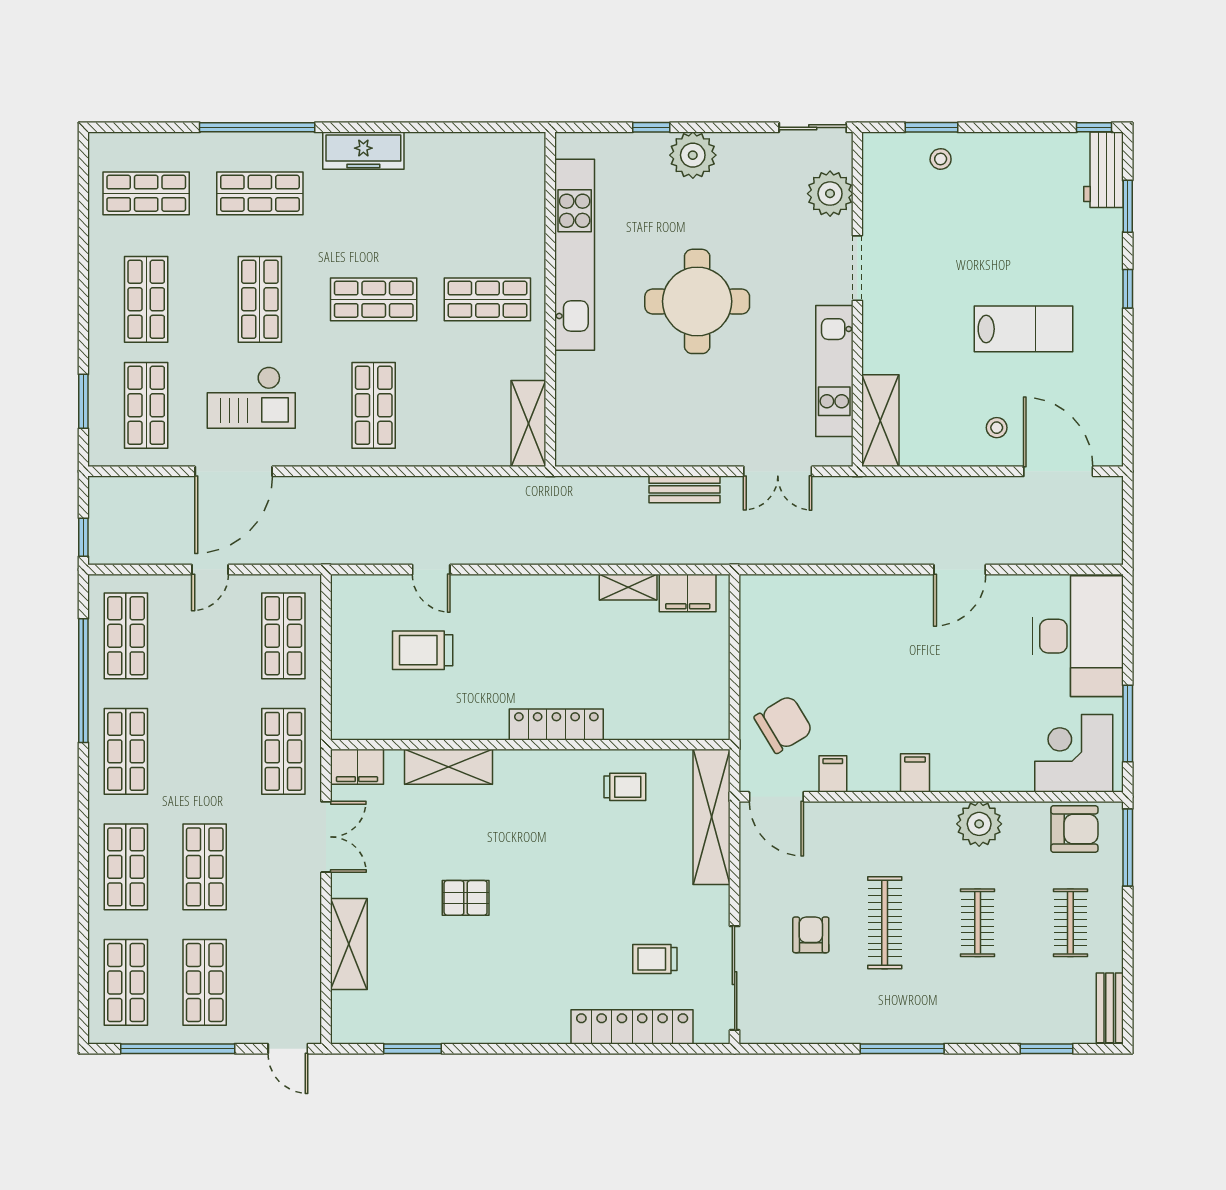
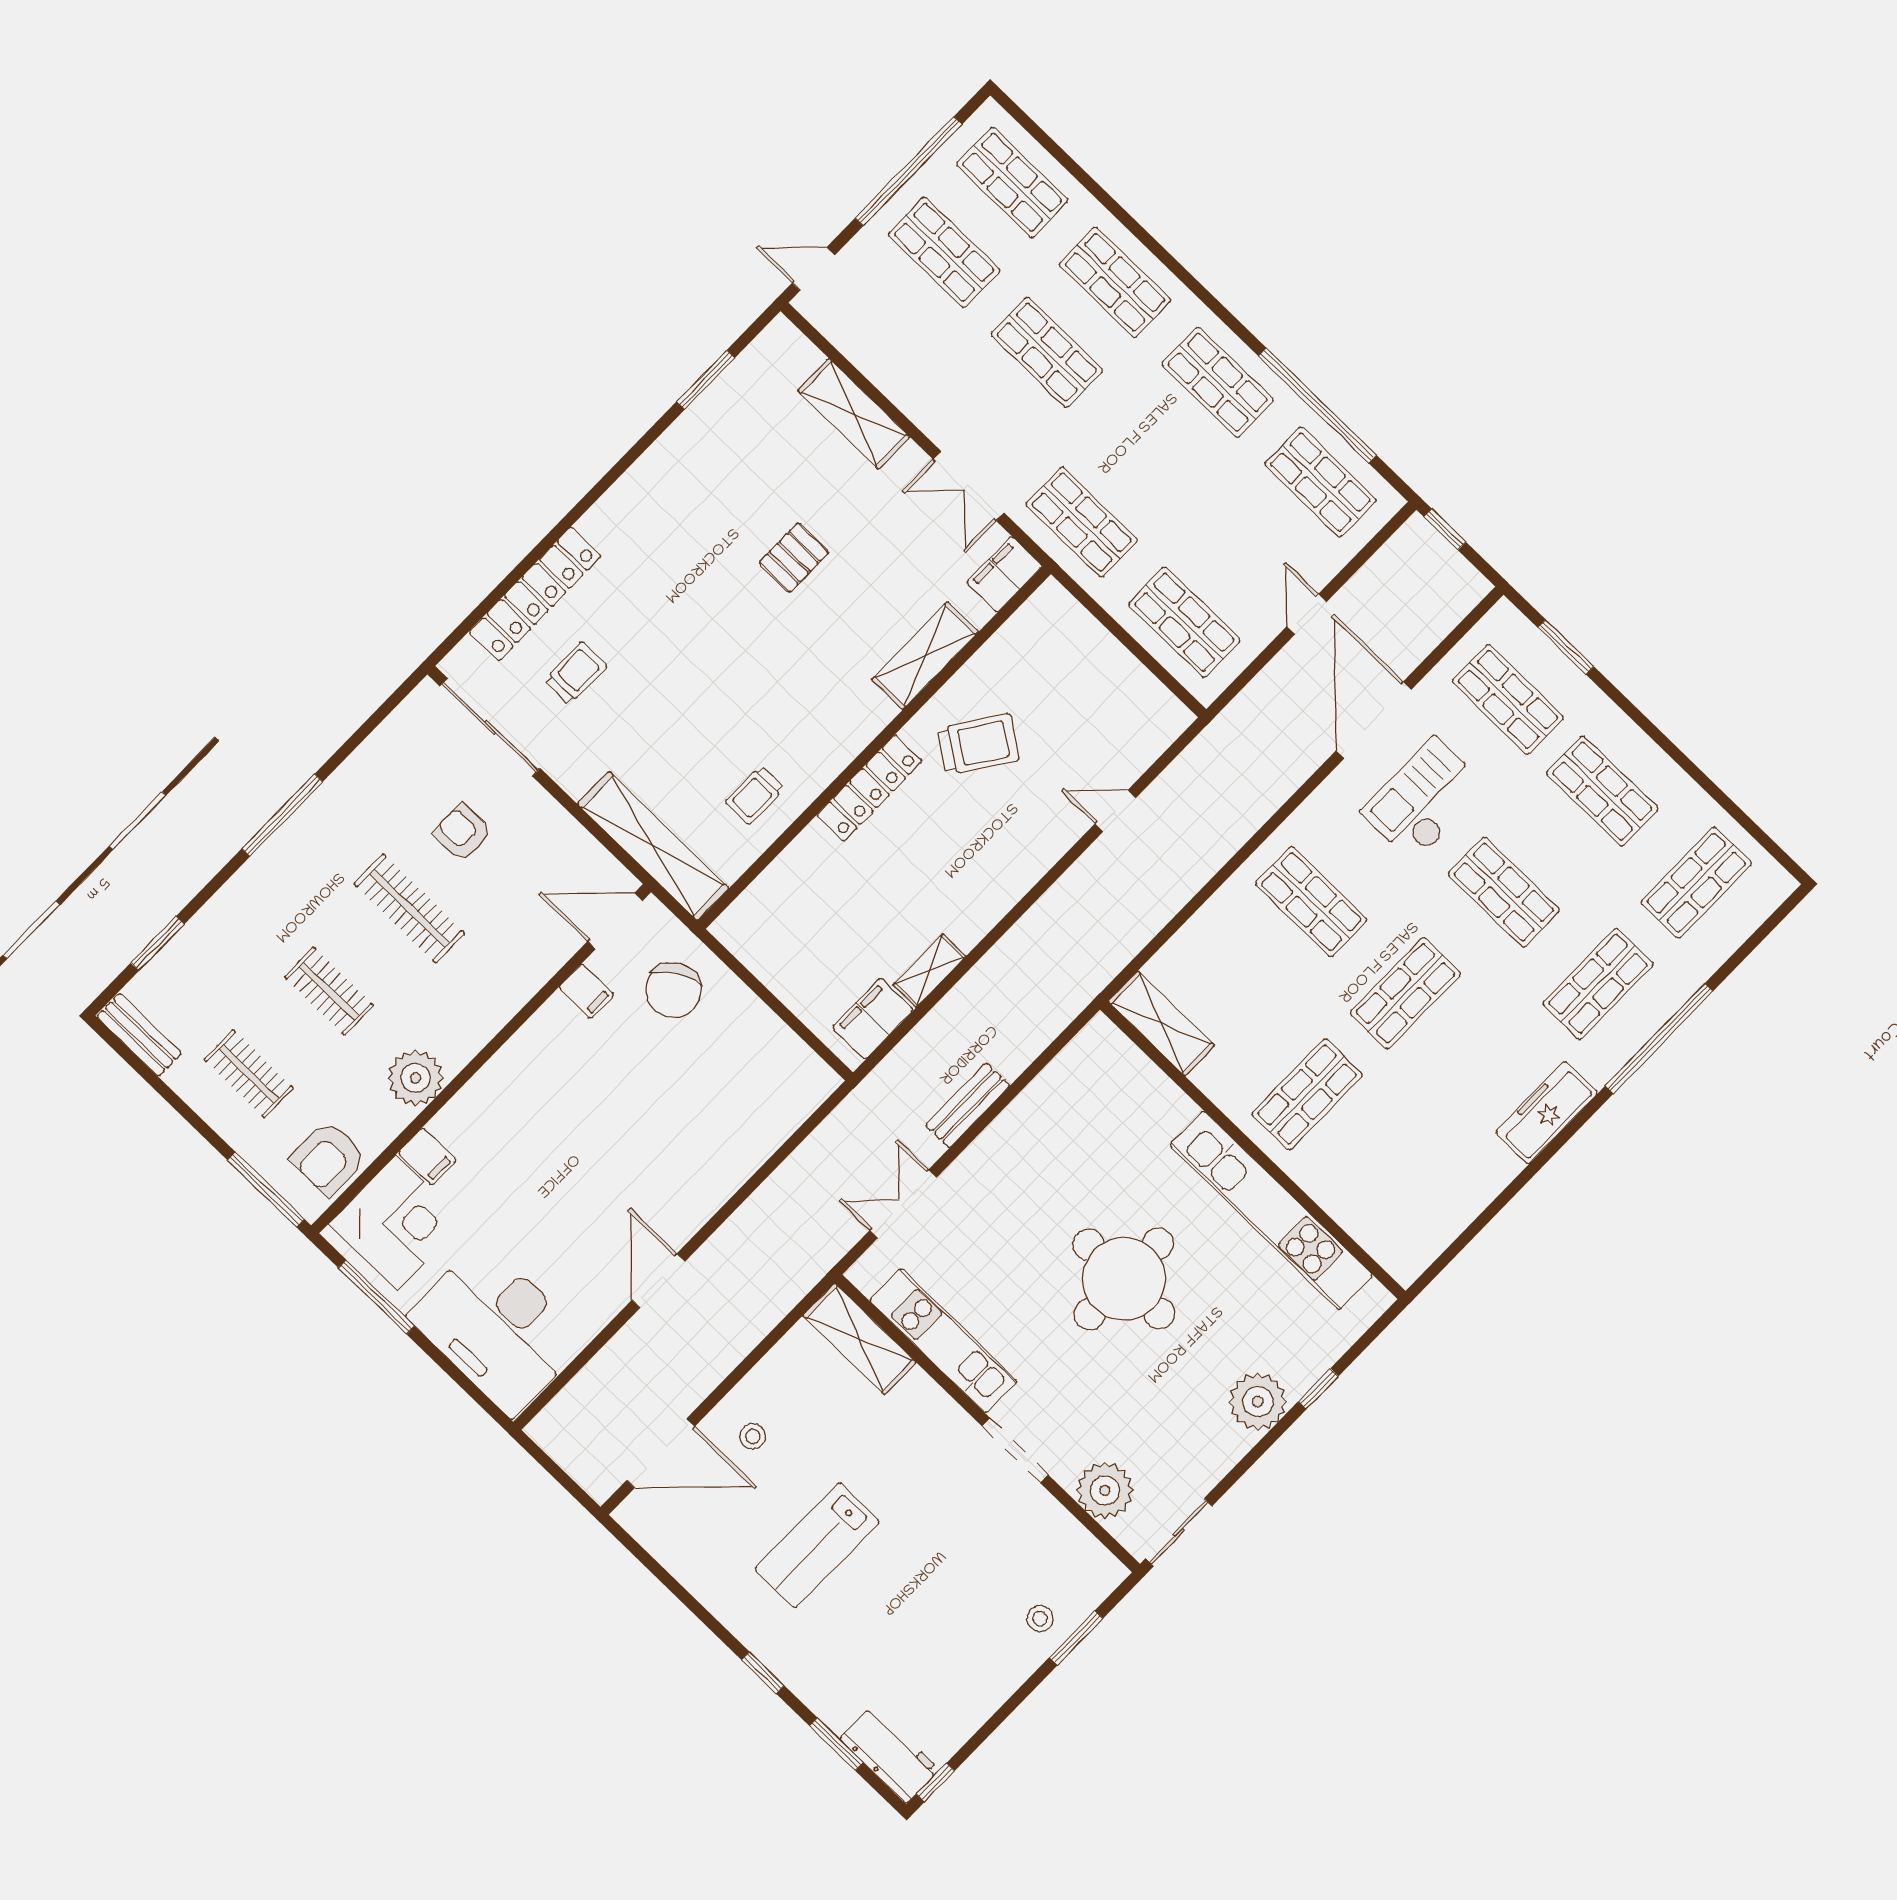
trolley: (423, 650) -> (978, 744), moved, turned 34
filing cabinet: (915, 773) -> (427, 1157), moved
armchair: (811, 935) -> (462, 832), turned 180

